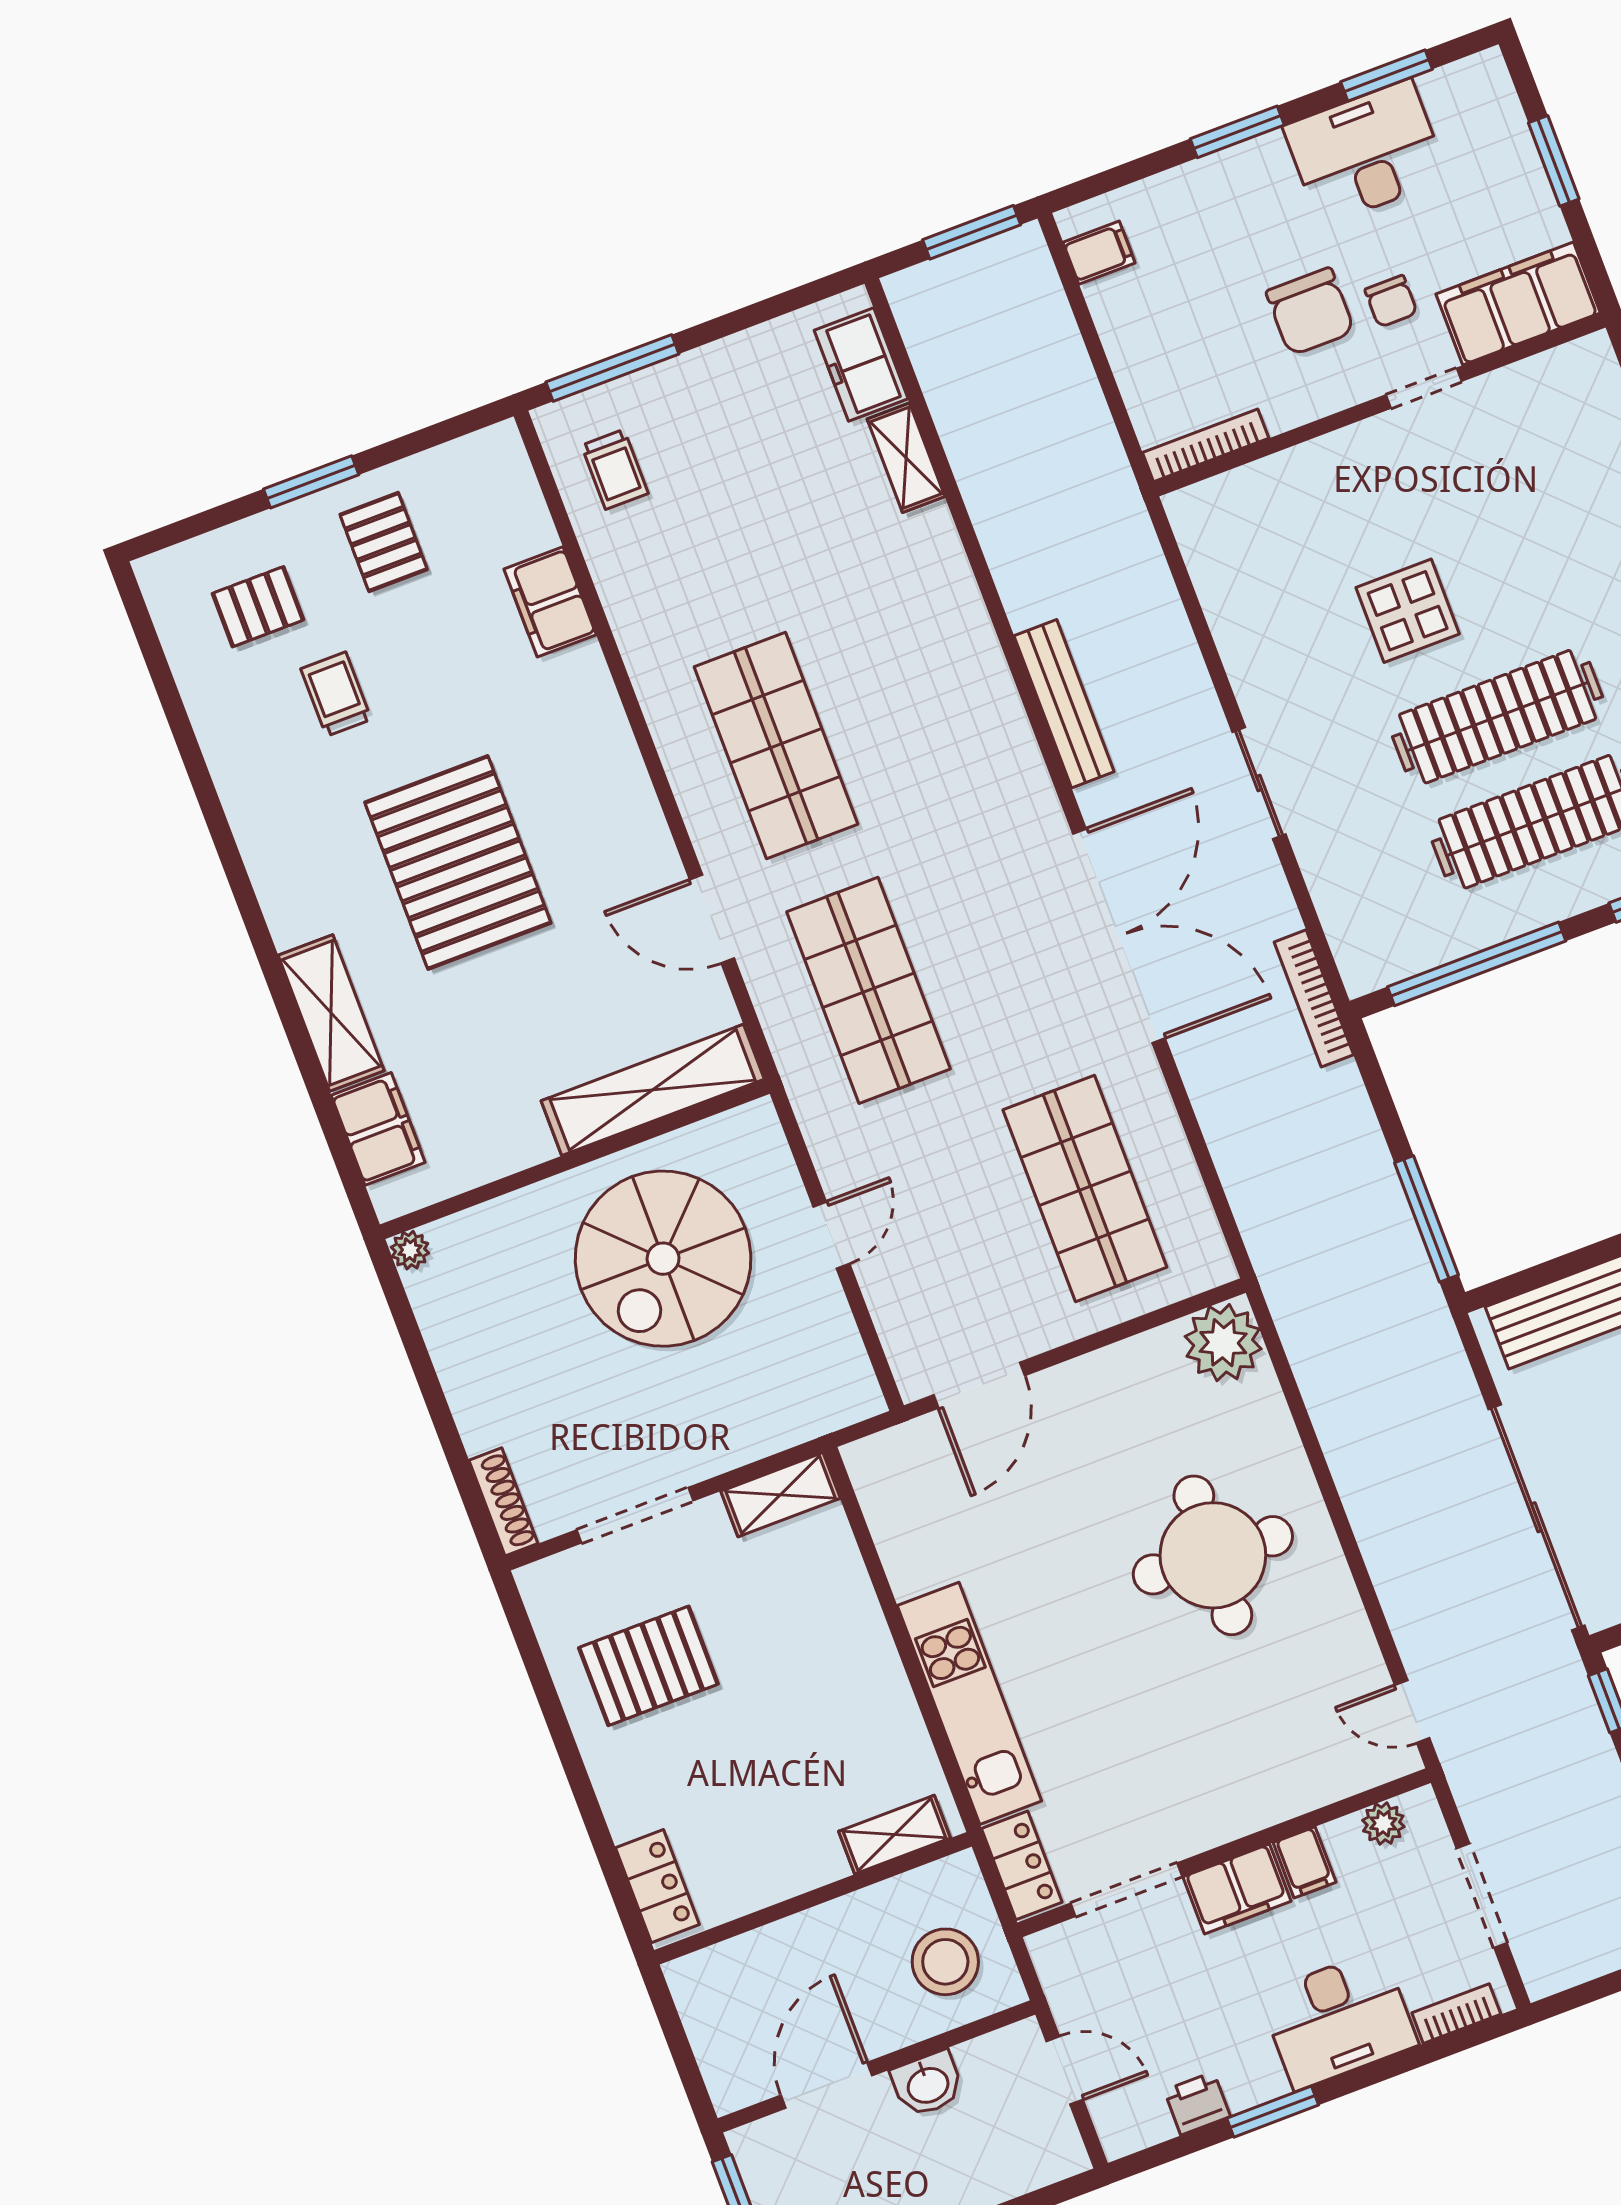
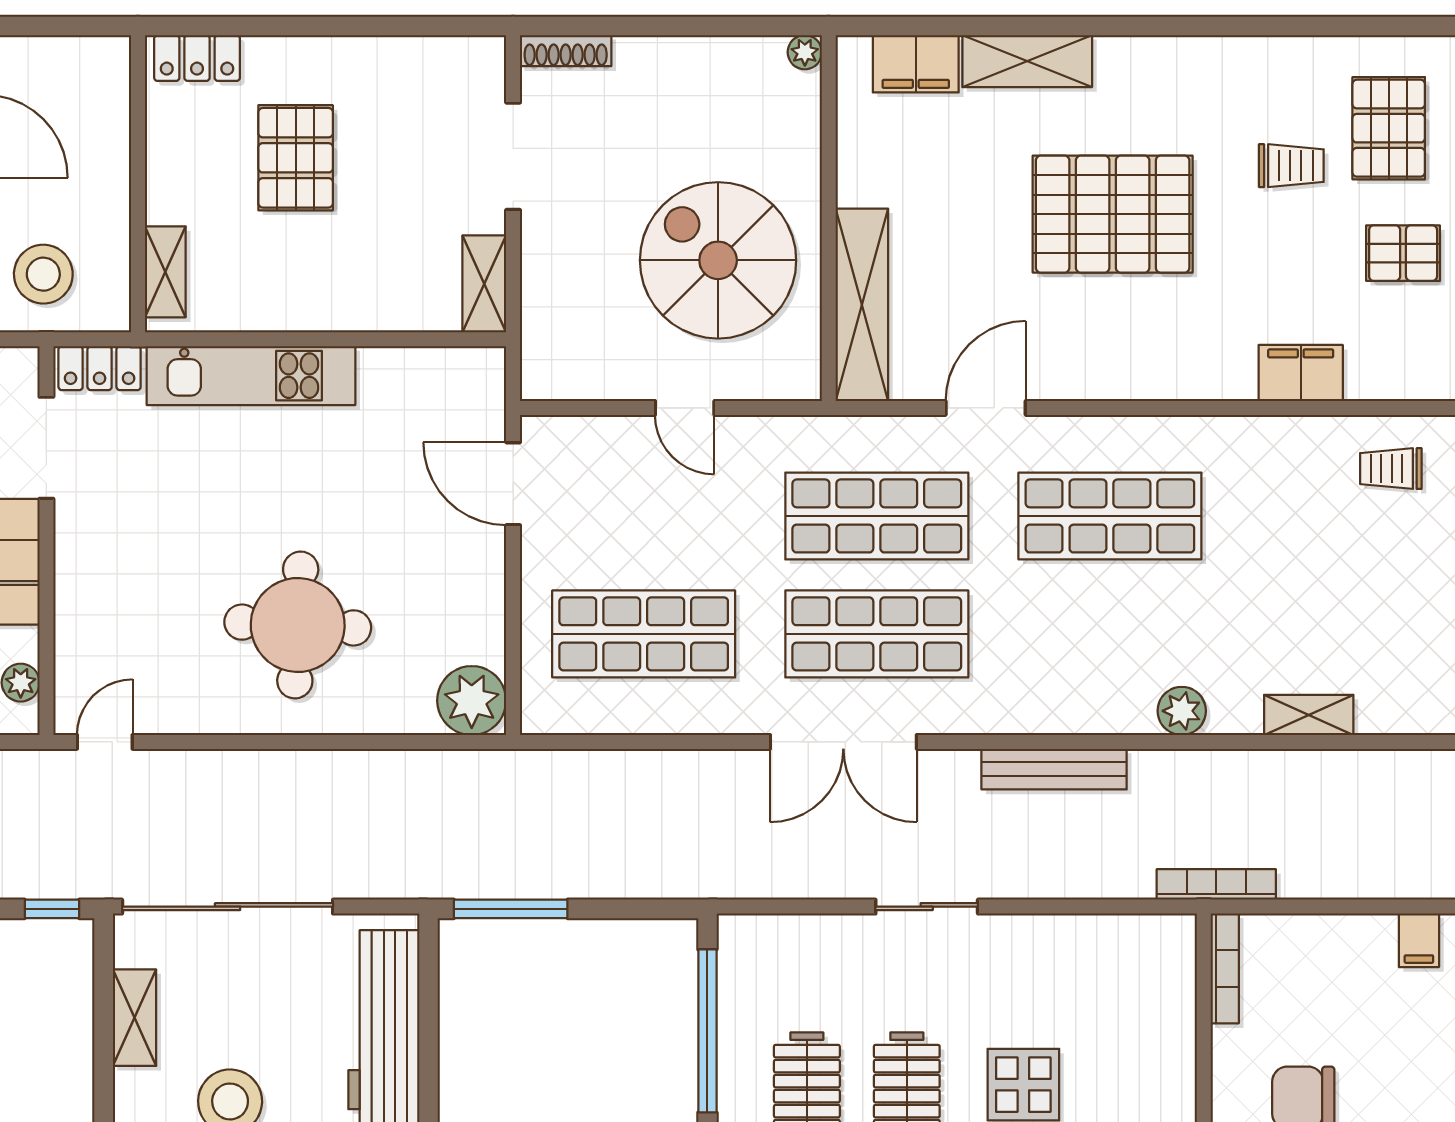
freezer: (861, 365) -> (1401, 707), removed
plant: (952, 593) -> (1182, 711), added
pallet: (258, 607) -> (1389, 128), width x1.50, depth x1.42
double door: (1119, 936) -> (843, 742), width x0.73
shop shelf: (992, 944) -> (877, 634), added
bookcase: (1314, 998) -> (1216, 884), moved
pallet: (648, 1666) -> (296, 158), moved

